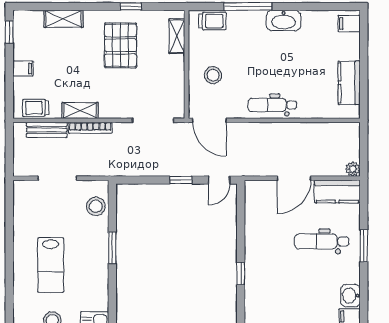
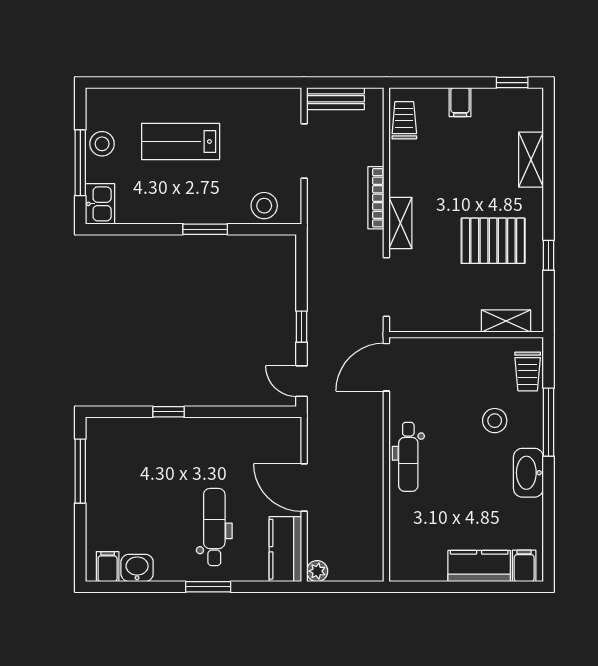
stool: (213, 75) -> (495, 421), moved
kitchen counter: (349, 83) -> (479, 566), moved
dental chair: (272, 105) -> (408, 457), turned 180
shelving: (80, 110) -> (400, 223), moved
bench: (47, 130) -> (335, 99), moved, turned 90

